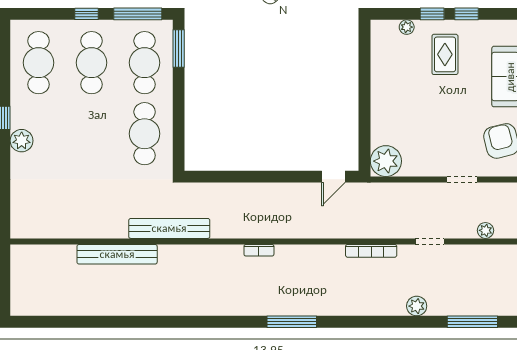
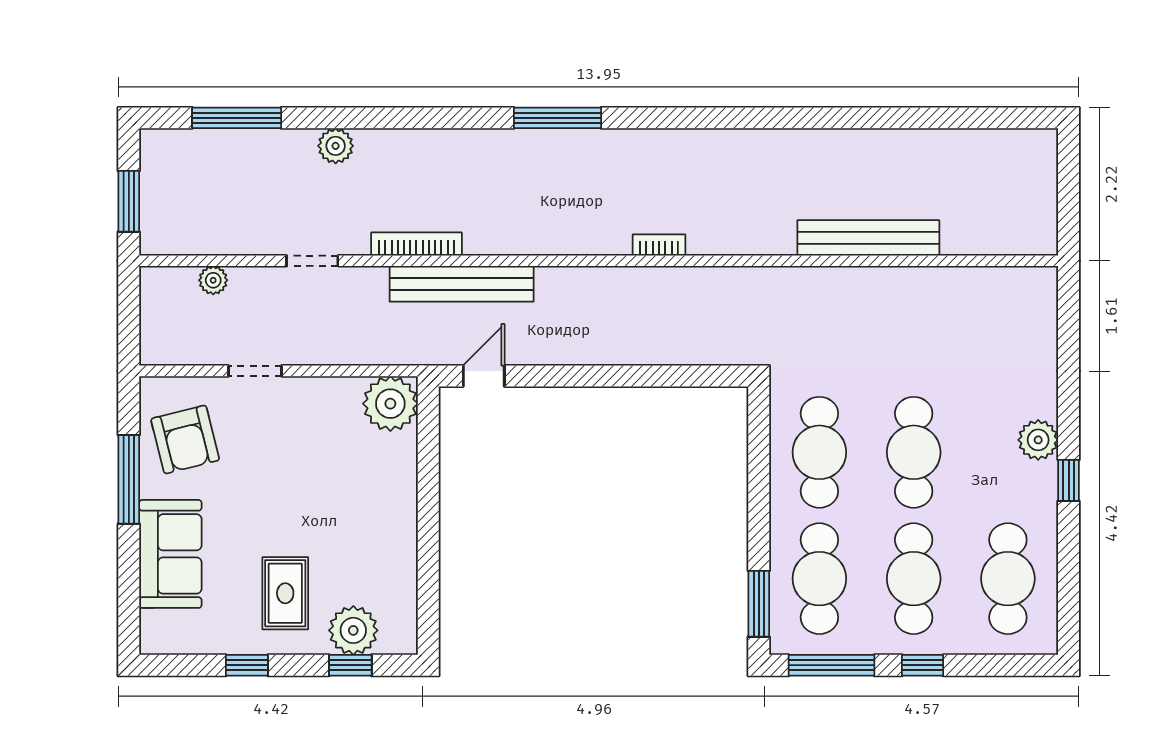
window: (432, 14) -> (350, 665), moved
plant: (407, 27) -> (353, 630), width x1.88, depth x1.88
cafe table: (92, 134) -> (914, 452), added
bench: (169, 228) -> (462, 284), moved
bookcase: (259, 250) -> (659, 245), moved

